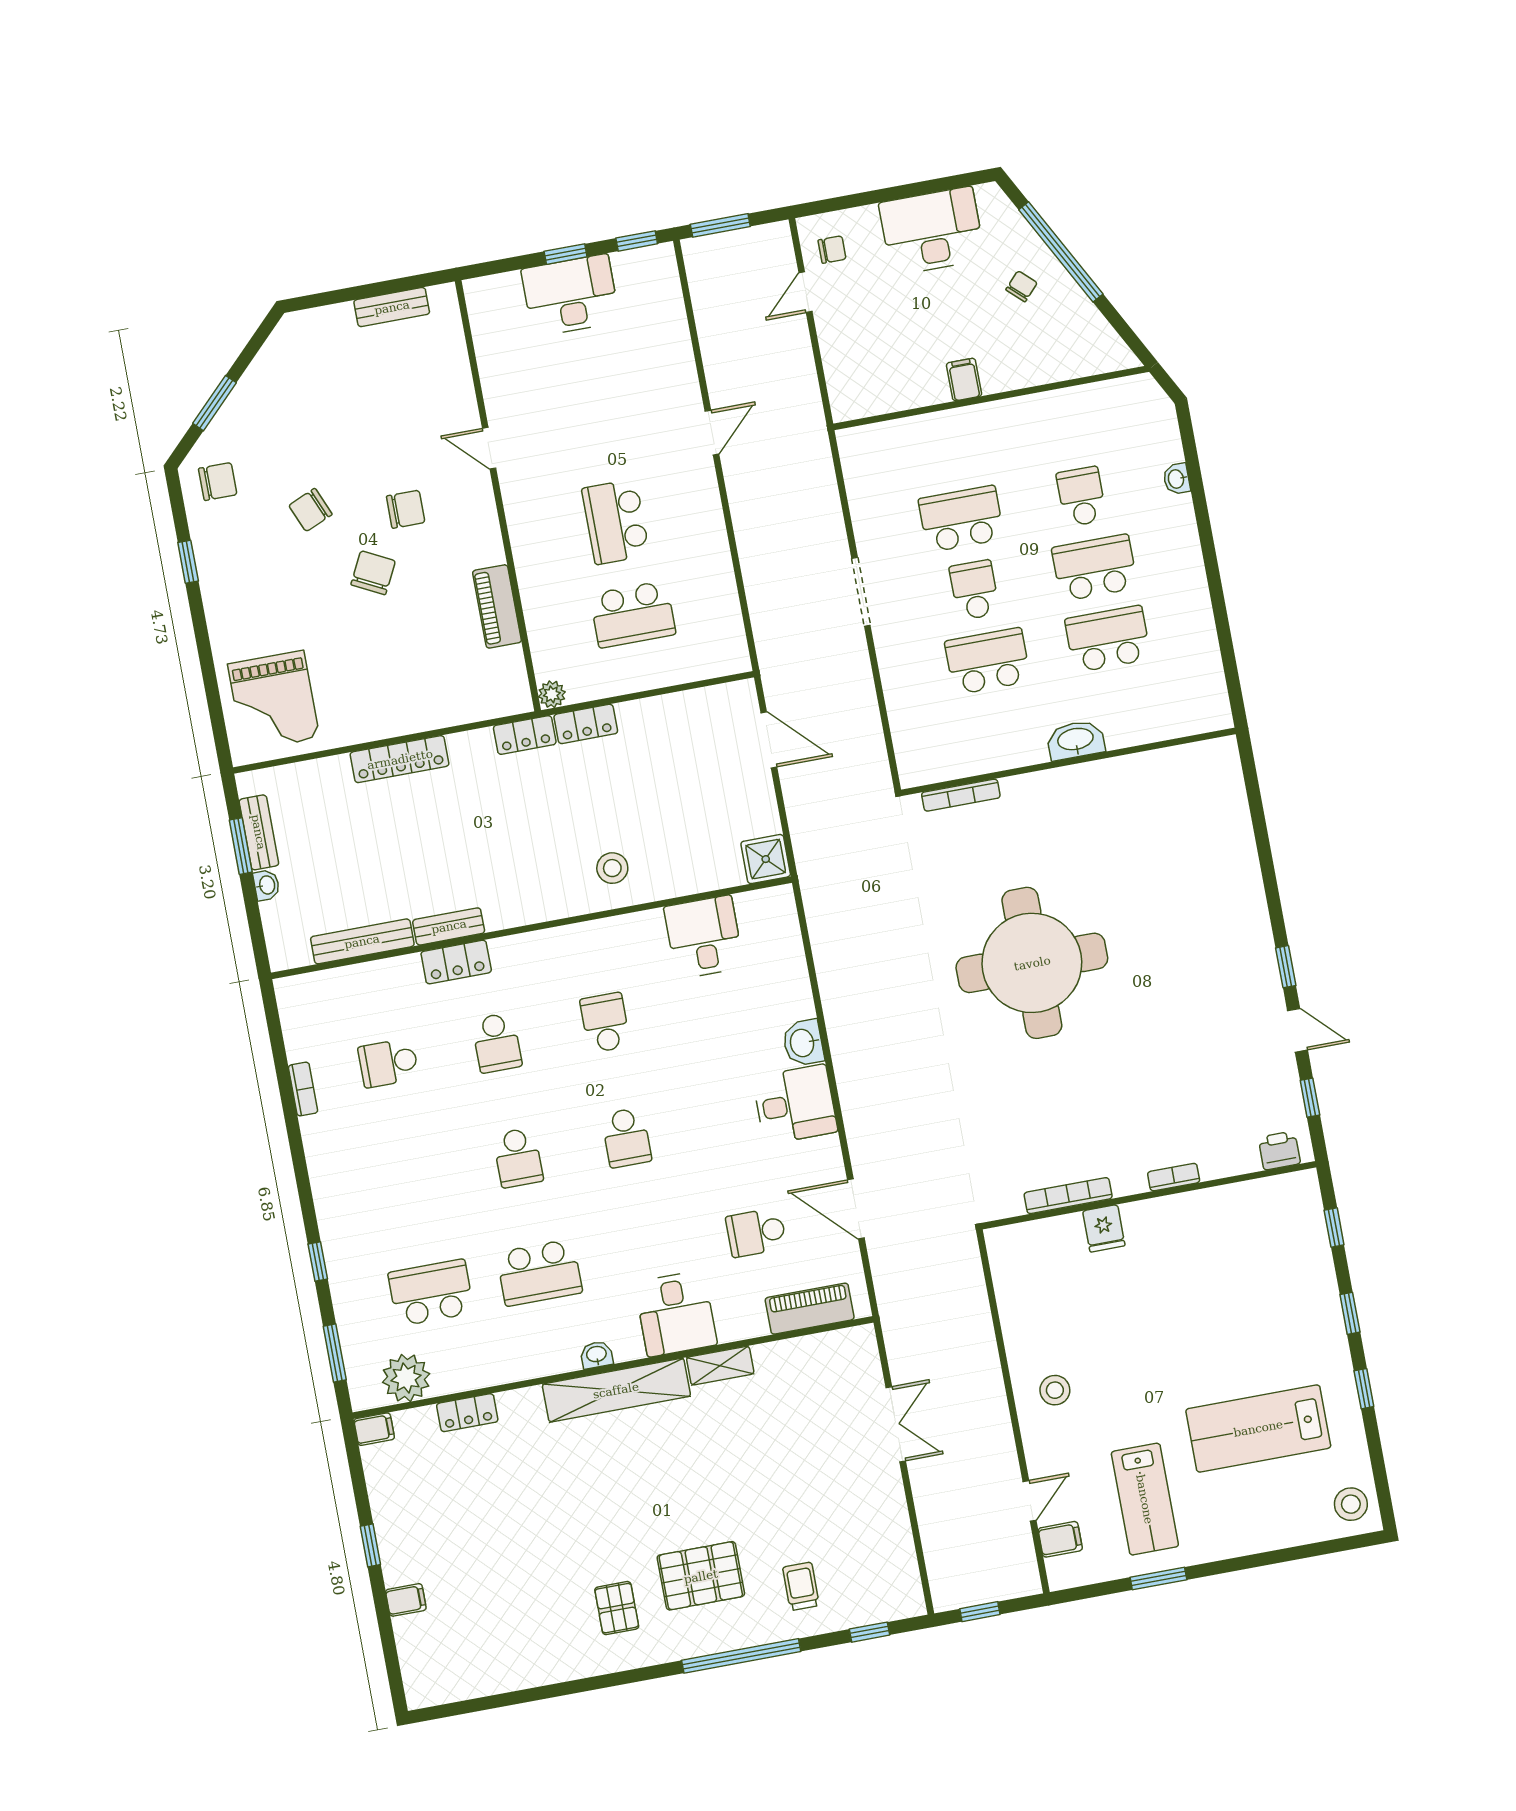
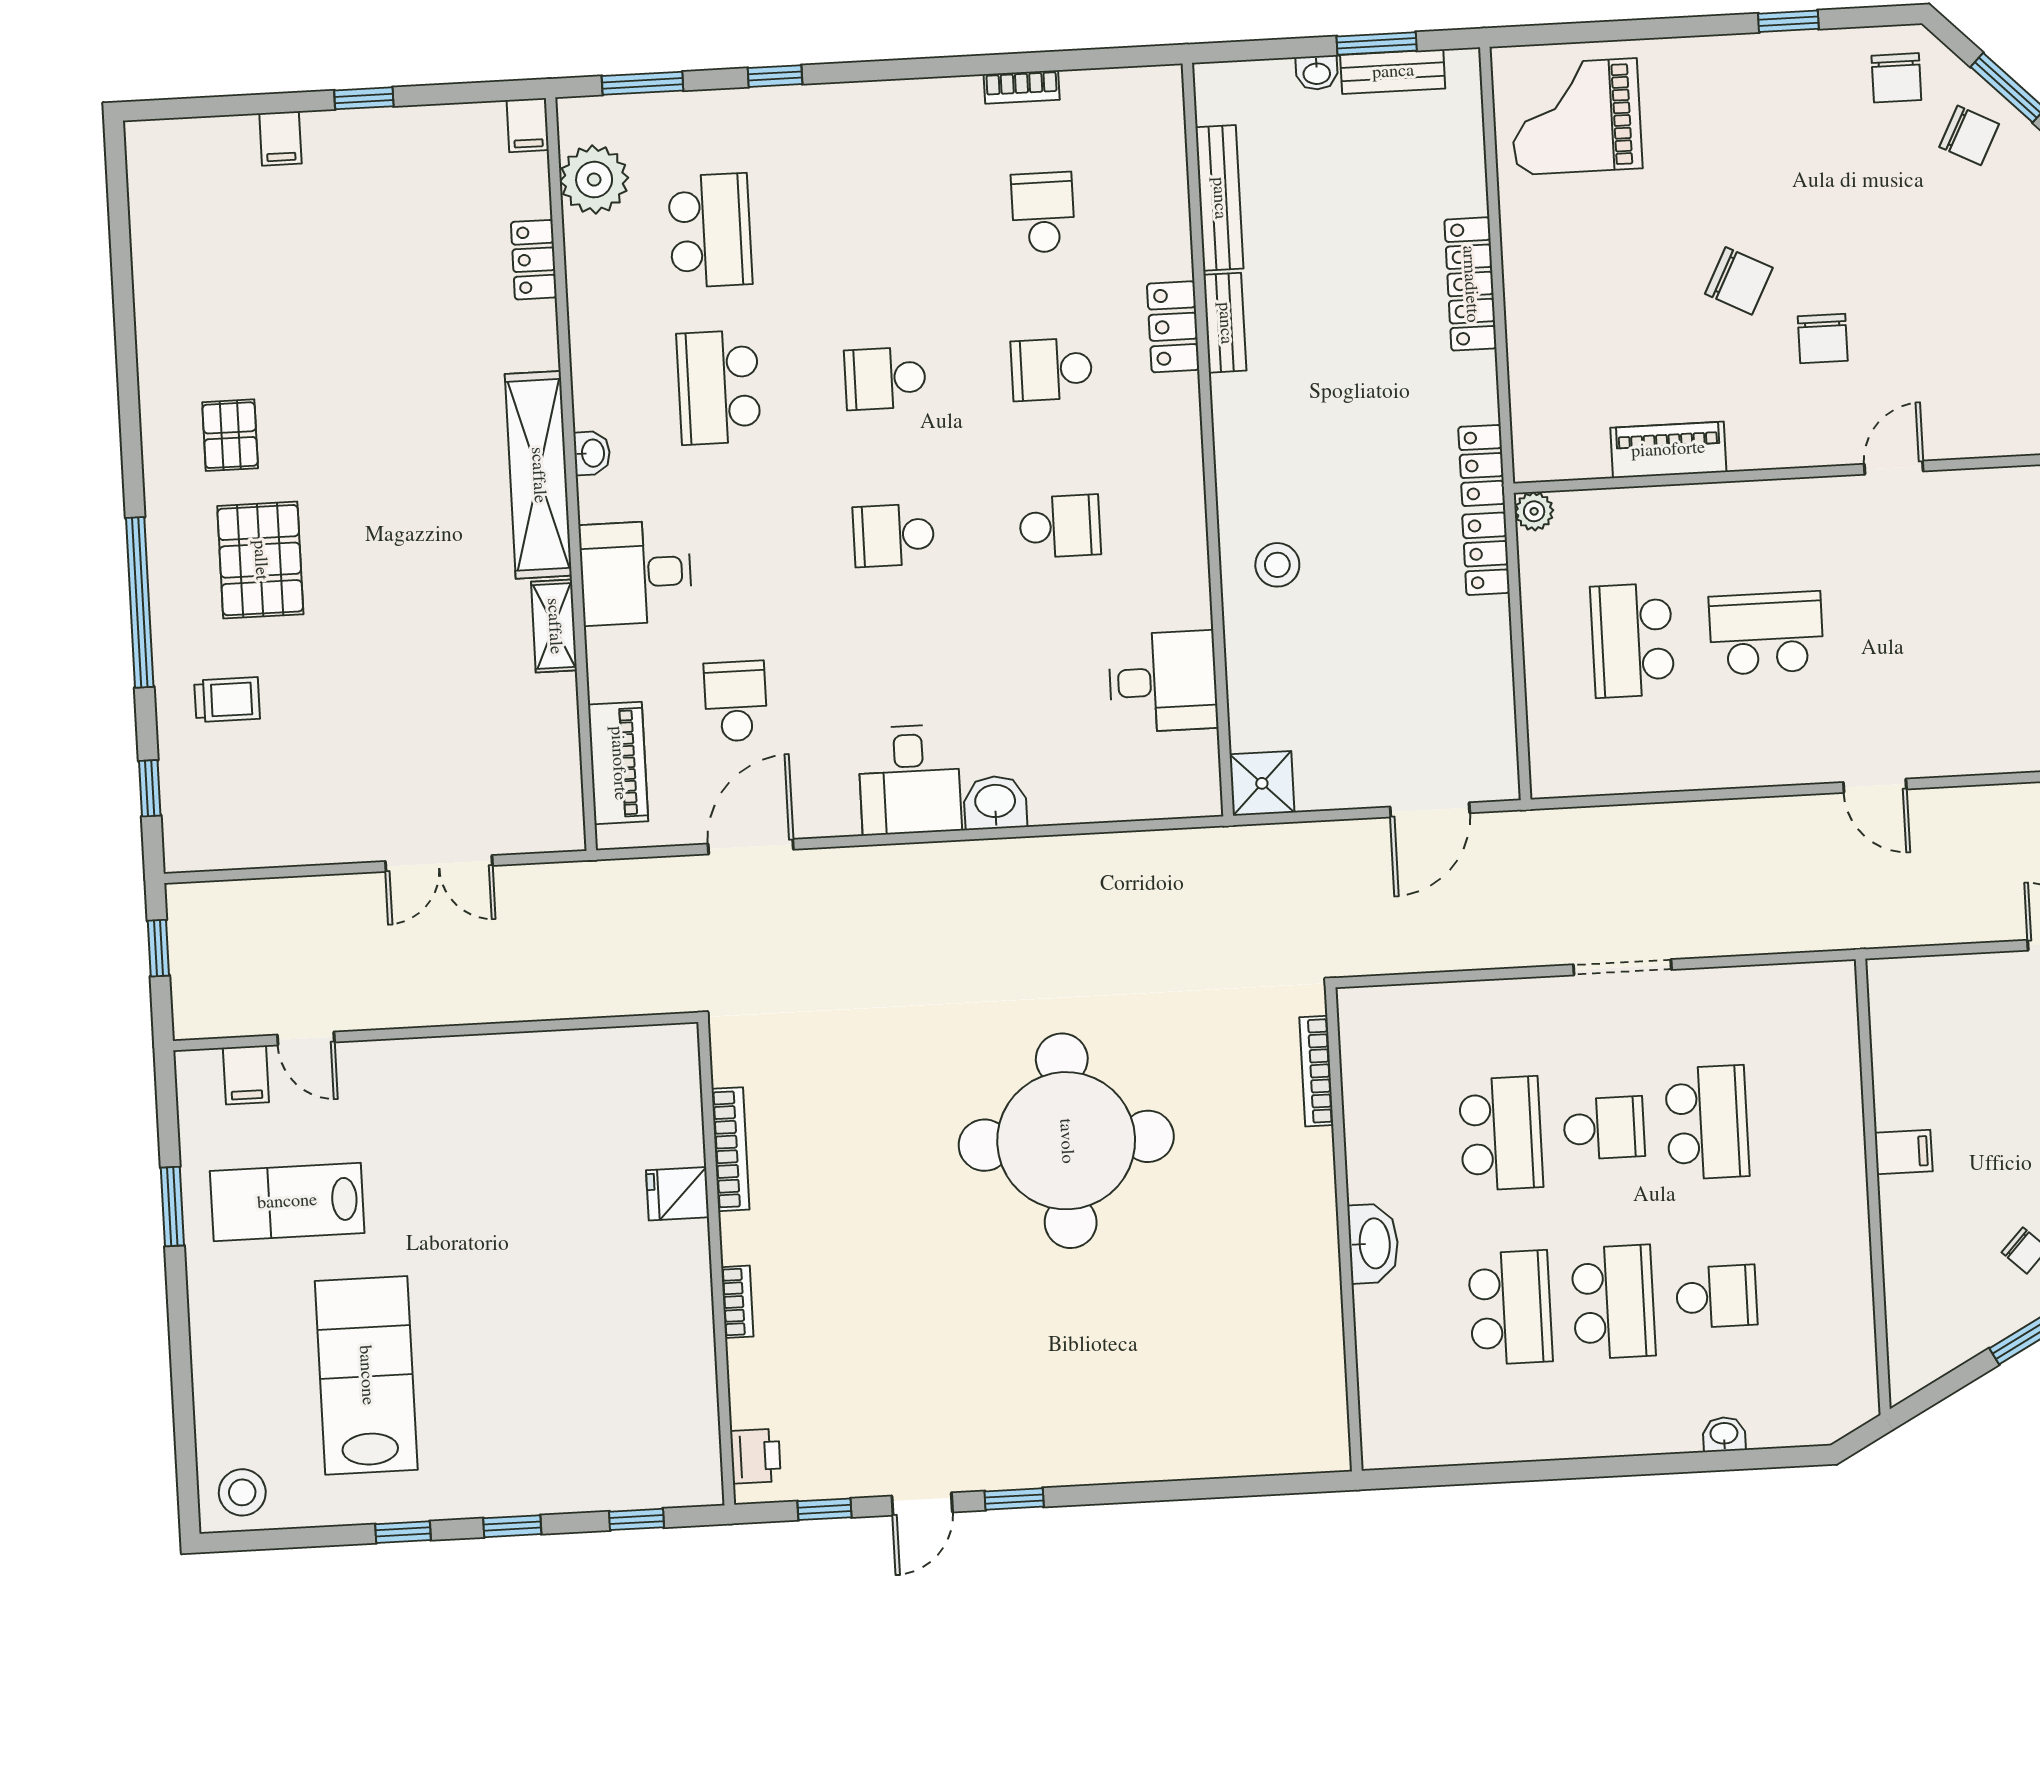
chair: (310, 510) -> (1969, 135), moved, turned 140
stool: (1055, 1390) -> (458, 1095), removed
pallet: (617, 1608) -> (230, 435), turned 90

